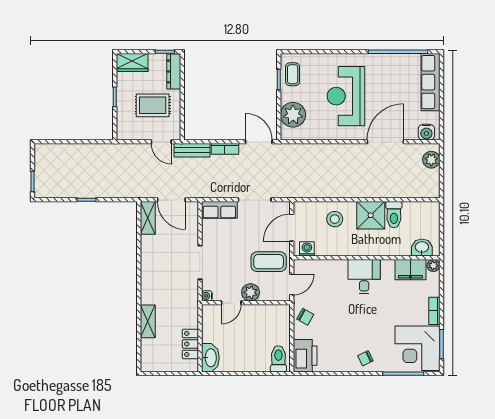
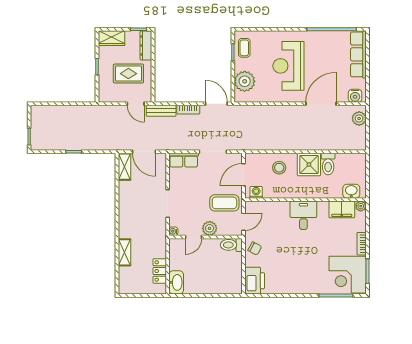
chair: (365, 358) -> (305, 283), removed
toilet: (278, 359) -> (231, 245), moved, turned -90

